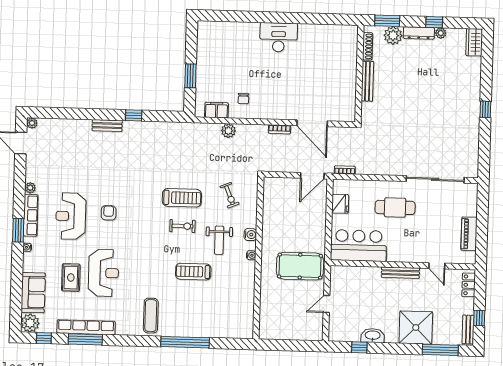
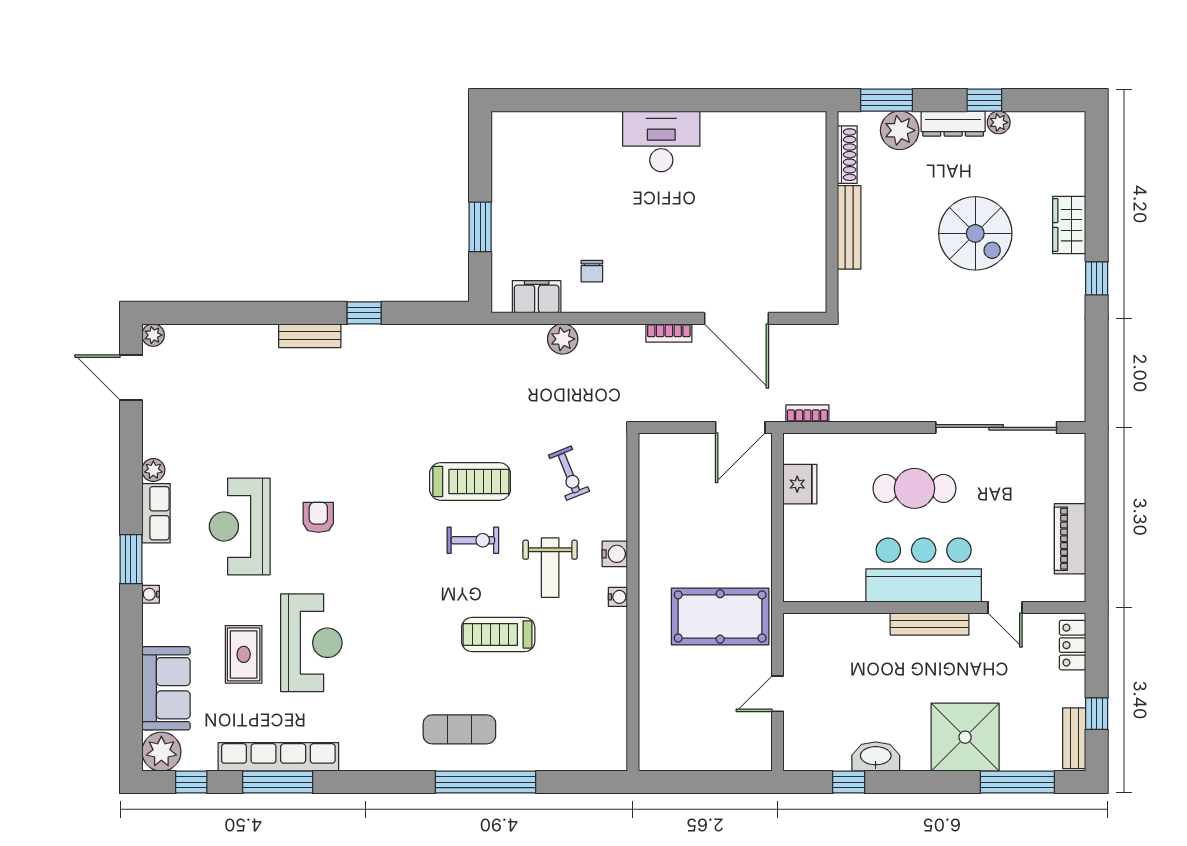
wardrobe: (474, 42) -> (1069, 225), moved
spiral stairs: (428, 86) -> (975, 233), added
row of seats: (31, 215) -> (156, 513), width x0.68
bar counter: (359, 246) -> (924, 570), moved
exercise mat: (151, 316) -> (459, 729), moved, turned 90

